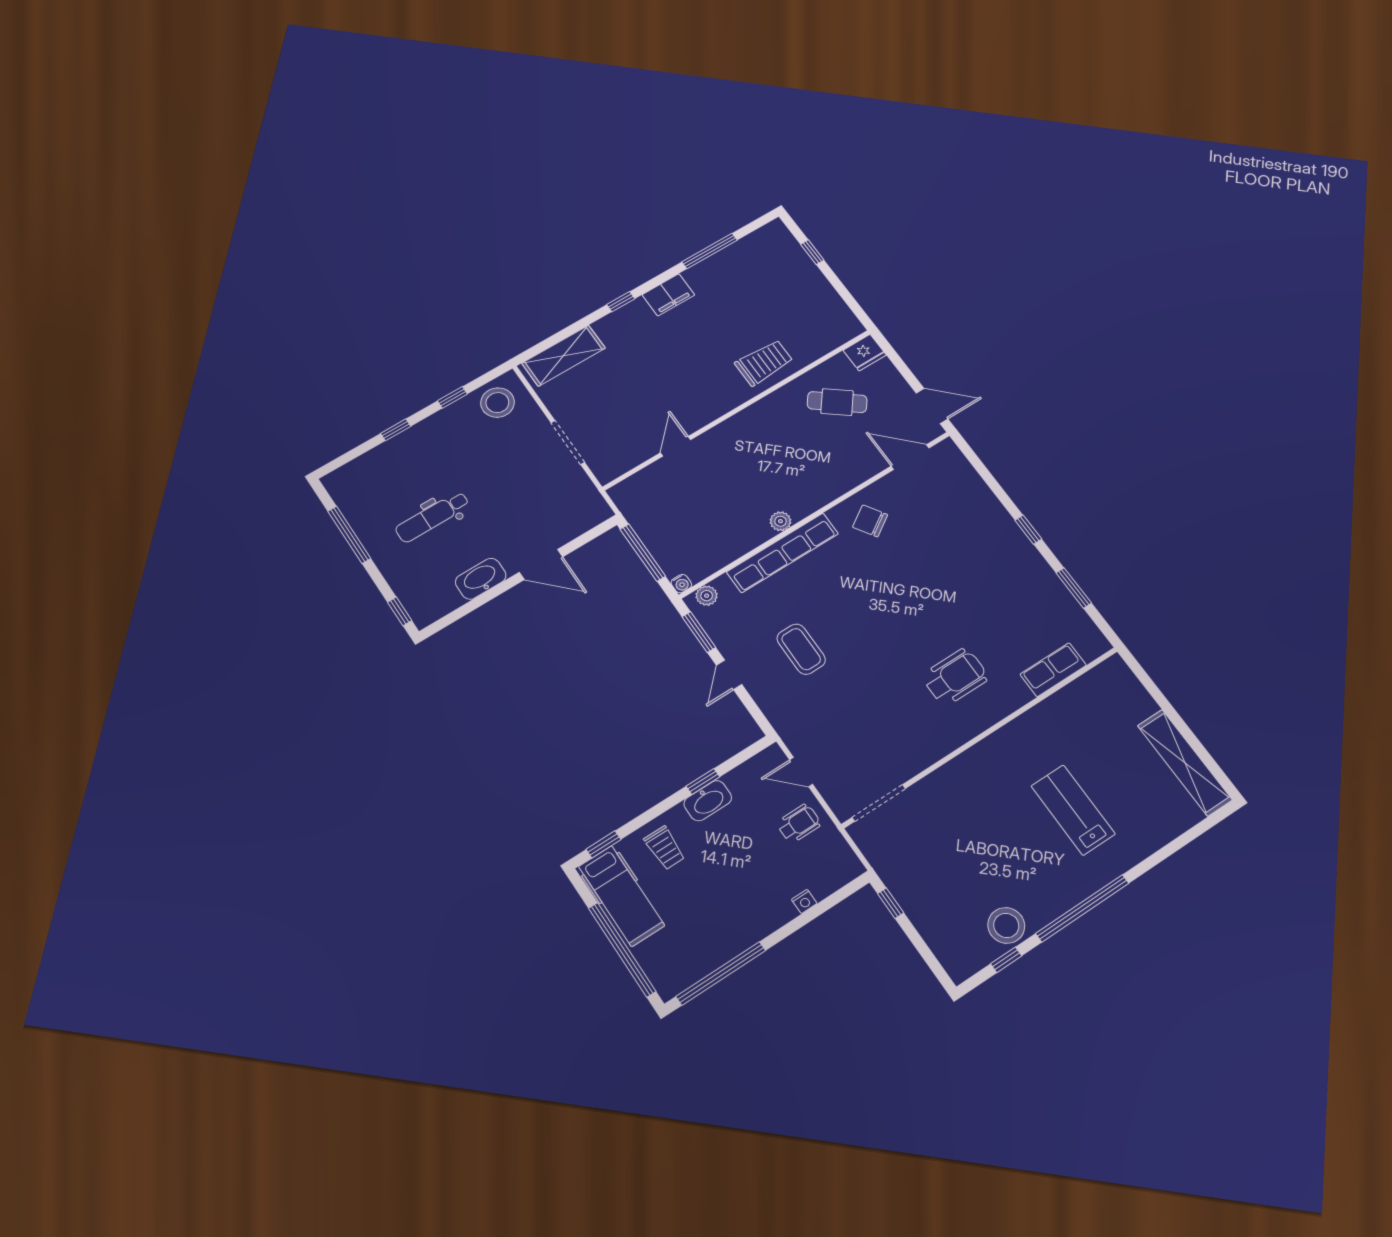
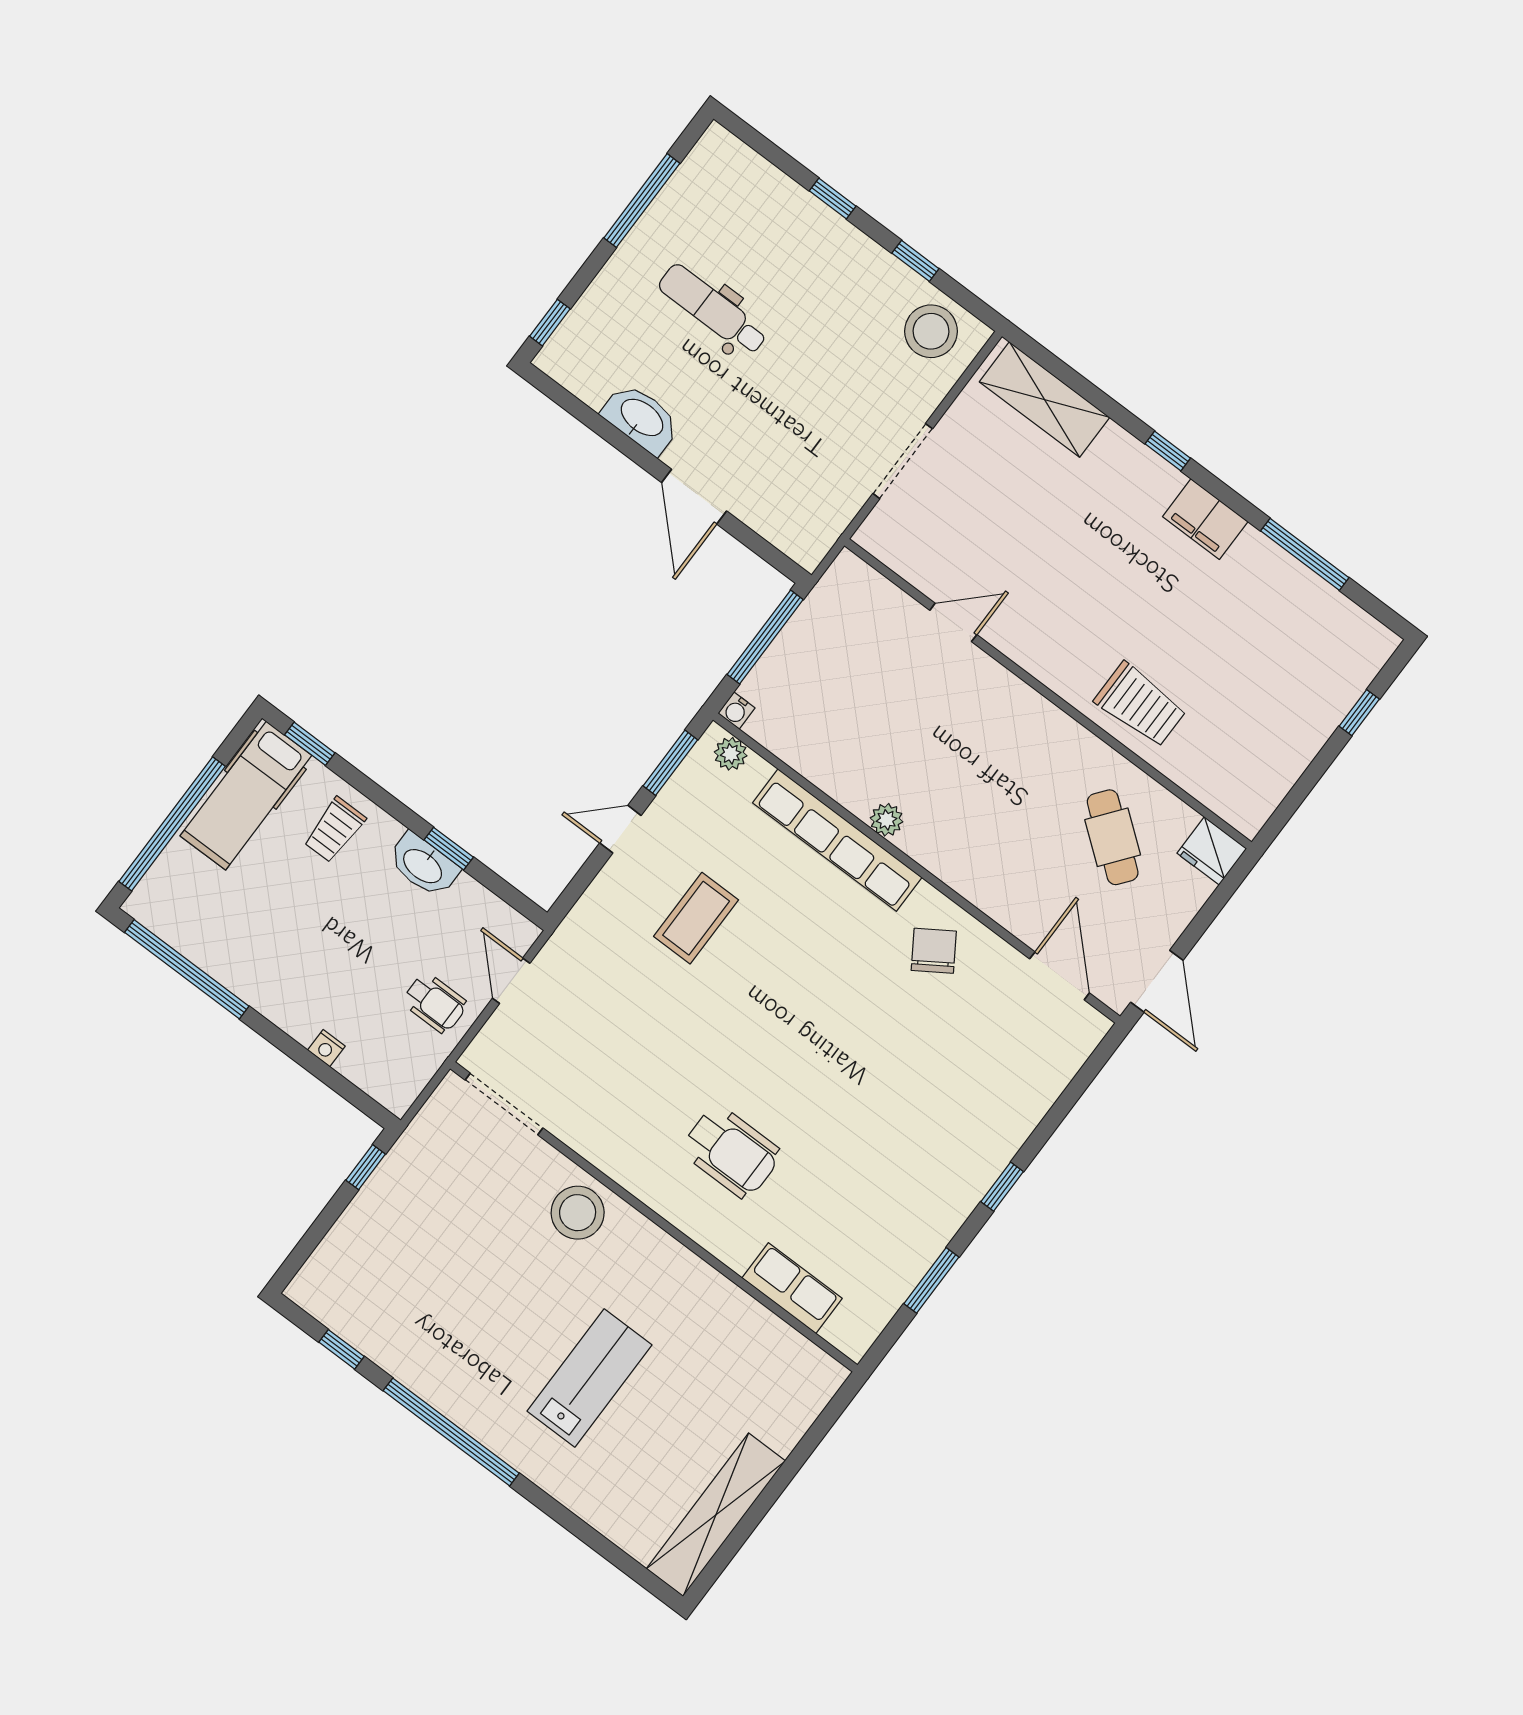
stool: (1006, 925) -> (578, 1213), moved

